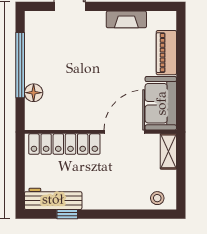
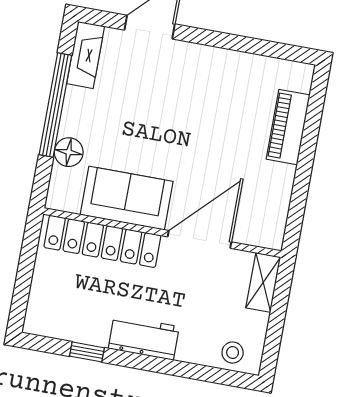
fireplace: (126, 19) -> (86, 55), moved, turned -90
sofa: (161, 103) -> (127, 198), moved, turned 90
workbench: (53, 199) -> (144, 338), moved, width x0.73

